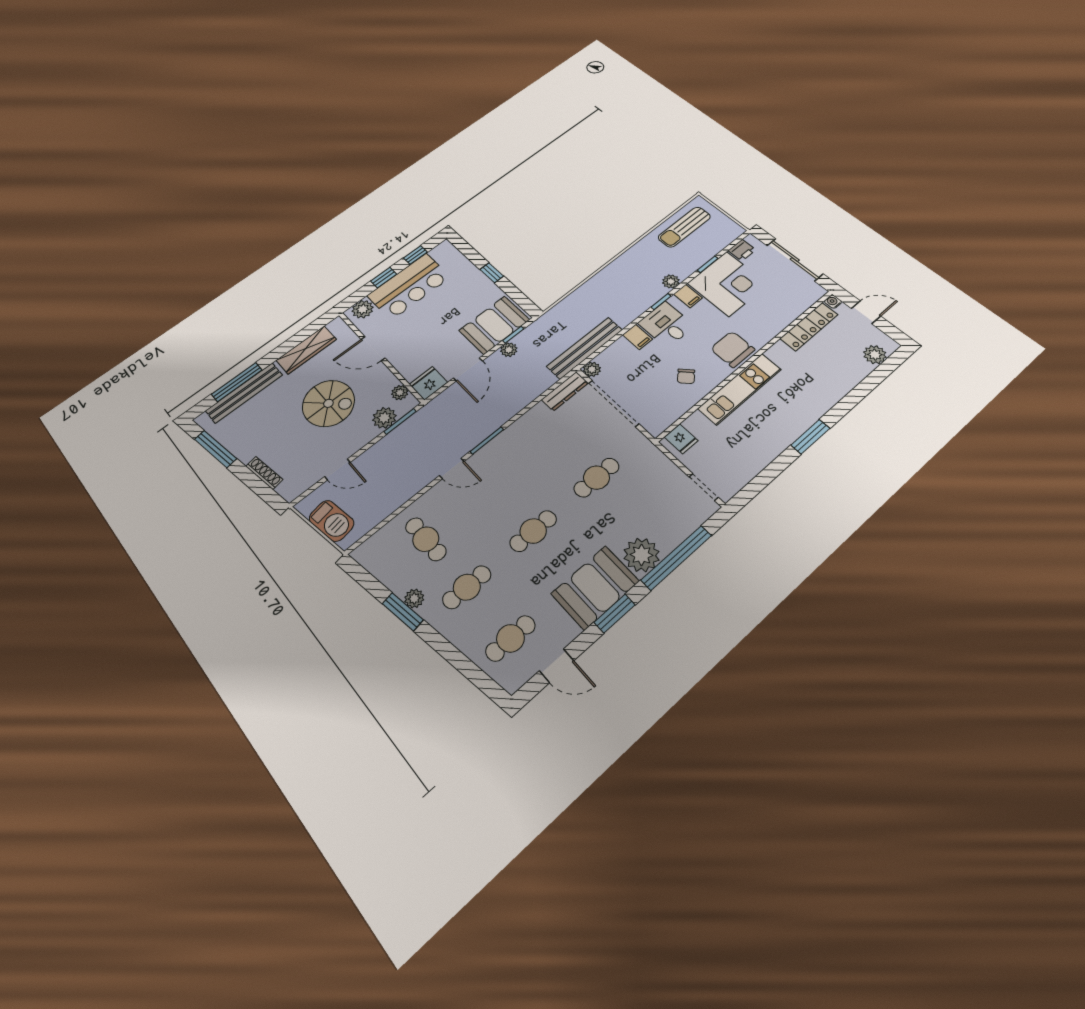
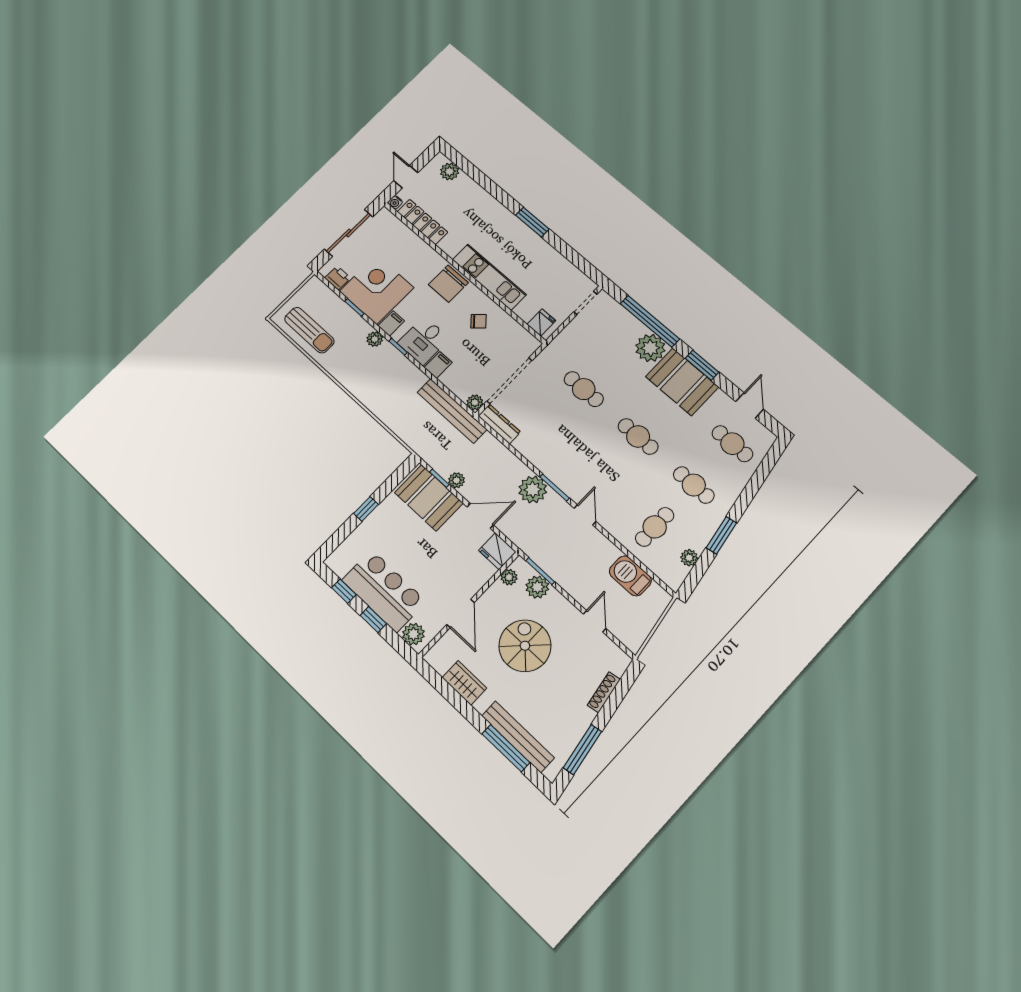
wardrobe: (306, 350) -> (464, 683), width x0.67
plant: (488, 419) -> (533, 490), added
barbecue: (332, 521) -> (630, 576), moved, turned -81
plant: (414, 598) -> (689, 558), moved

